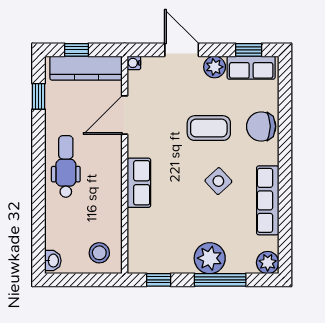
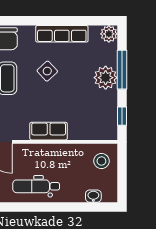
washbasin: (53, 261) -> (93, 196), moved

